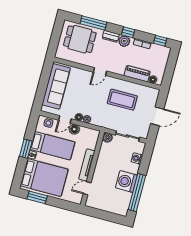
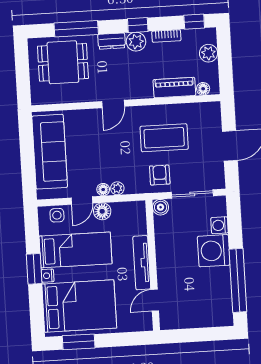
plant: (162, 61) -> (208, 53), added
armchair: (113, 120) -> (160, 175), added
washing machine: (126, 181) -> (214, 251), moved

